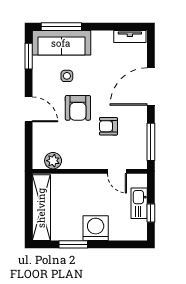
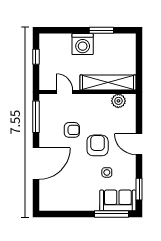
tv unit: (130, 36) -> (54, 206), removed
sofa: (61, 43) -> (118, 200), width x0.73
kitchen sink: (139, 203) -> (46, 65), removed
shelving: (41, 208) -> (108, 82), moved, turned 90

